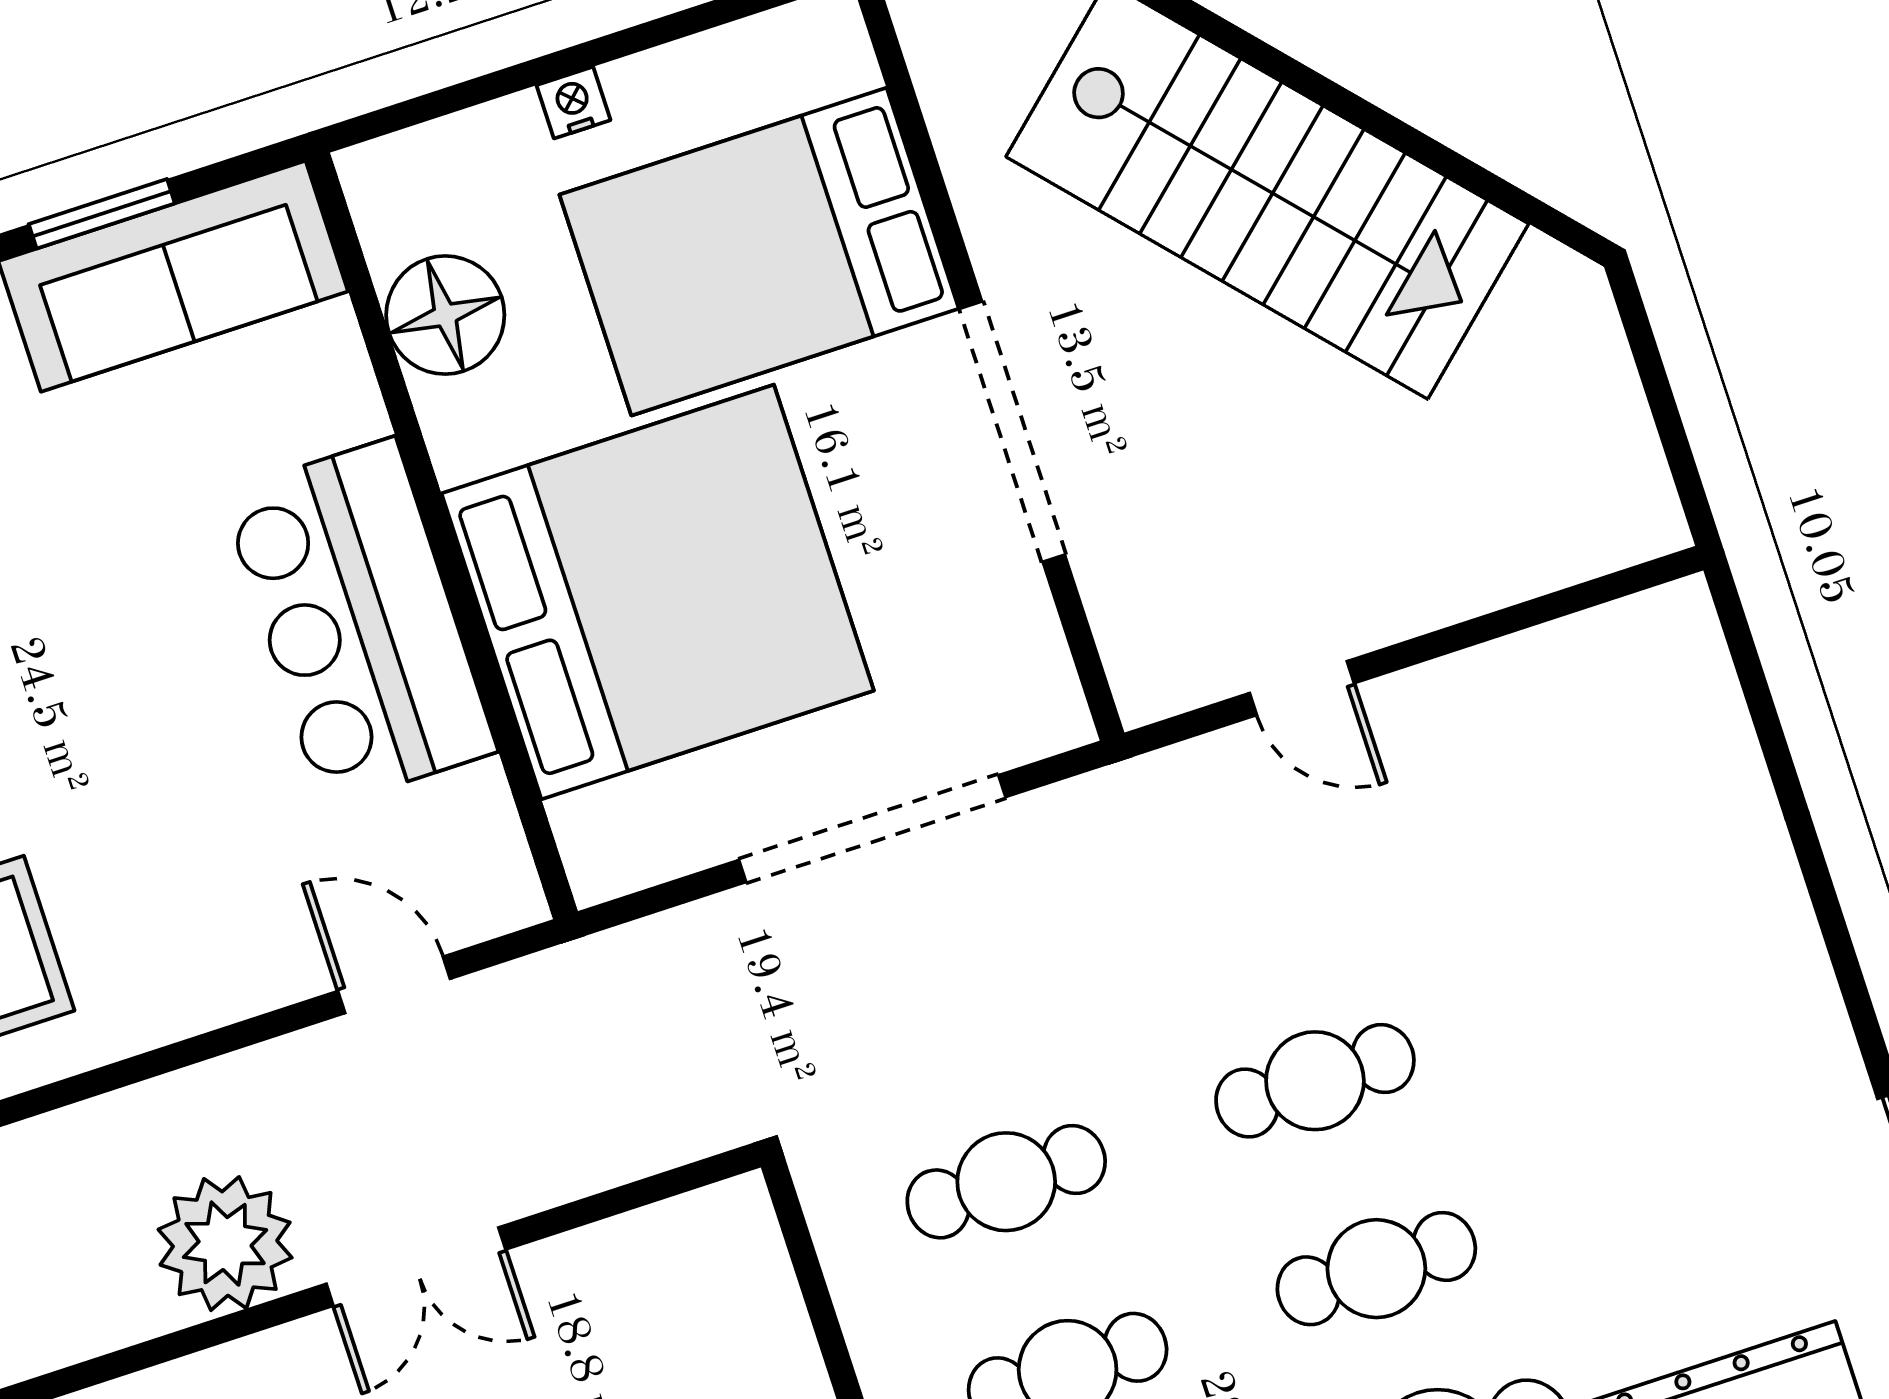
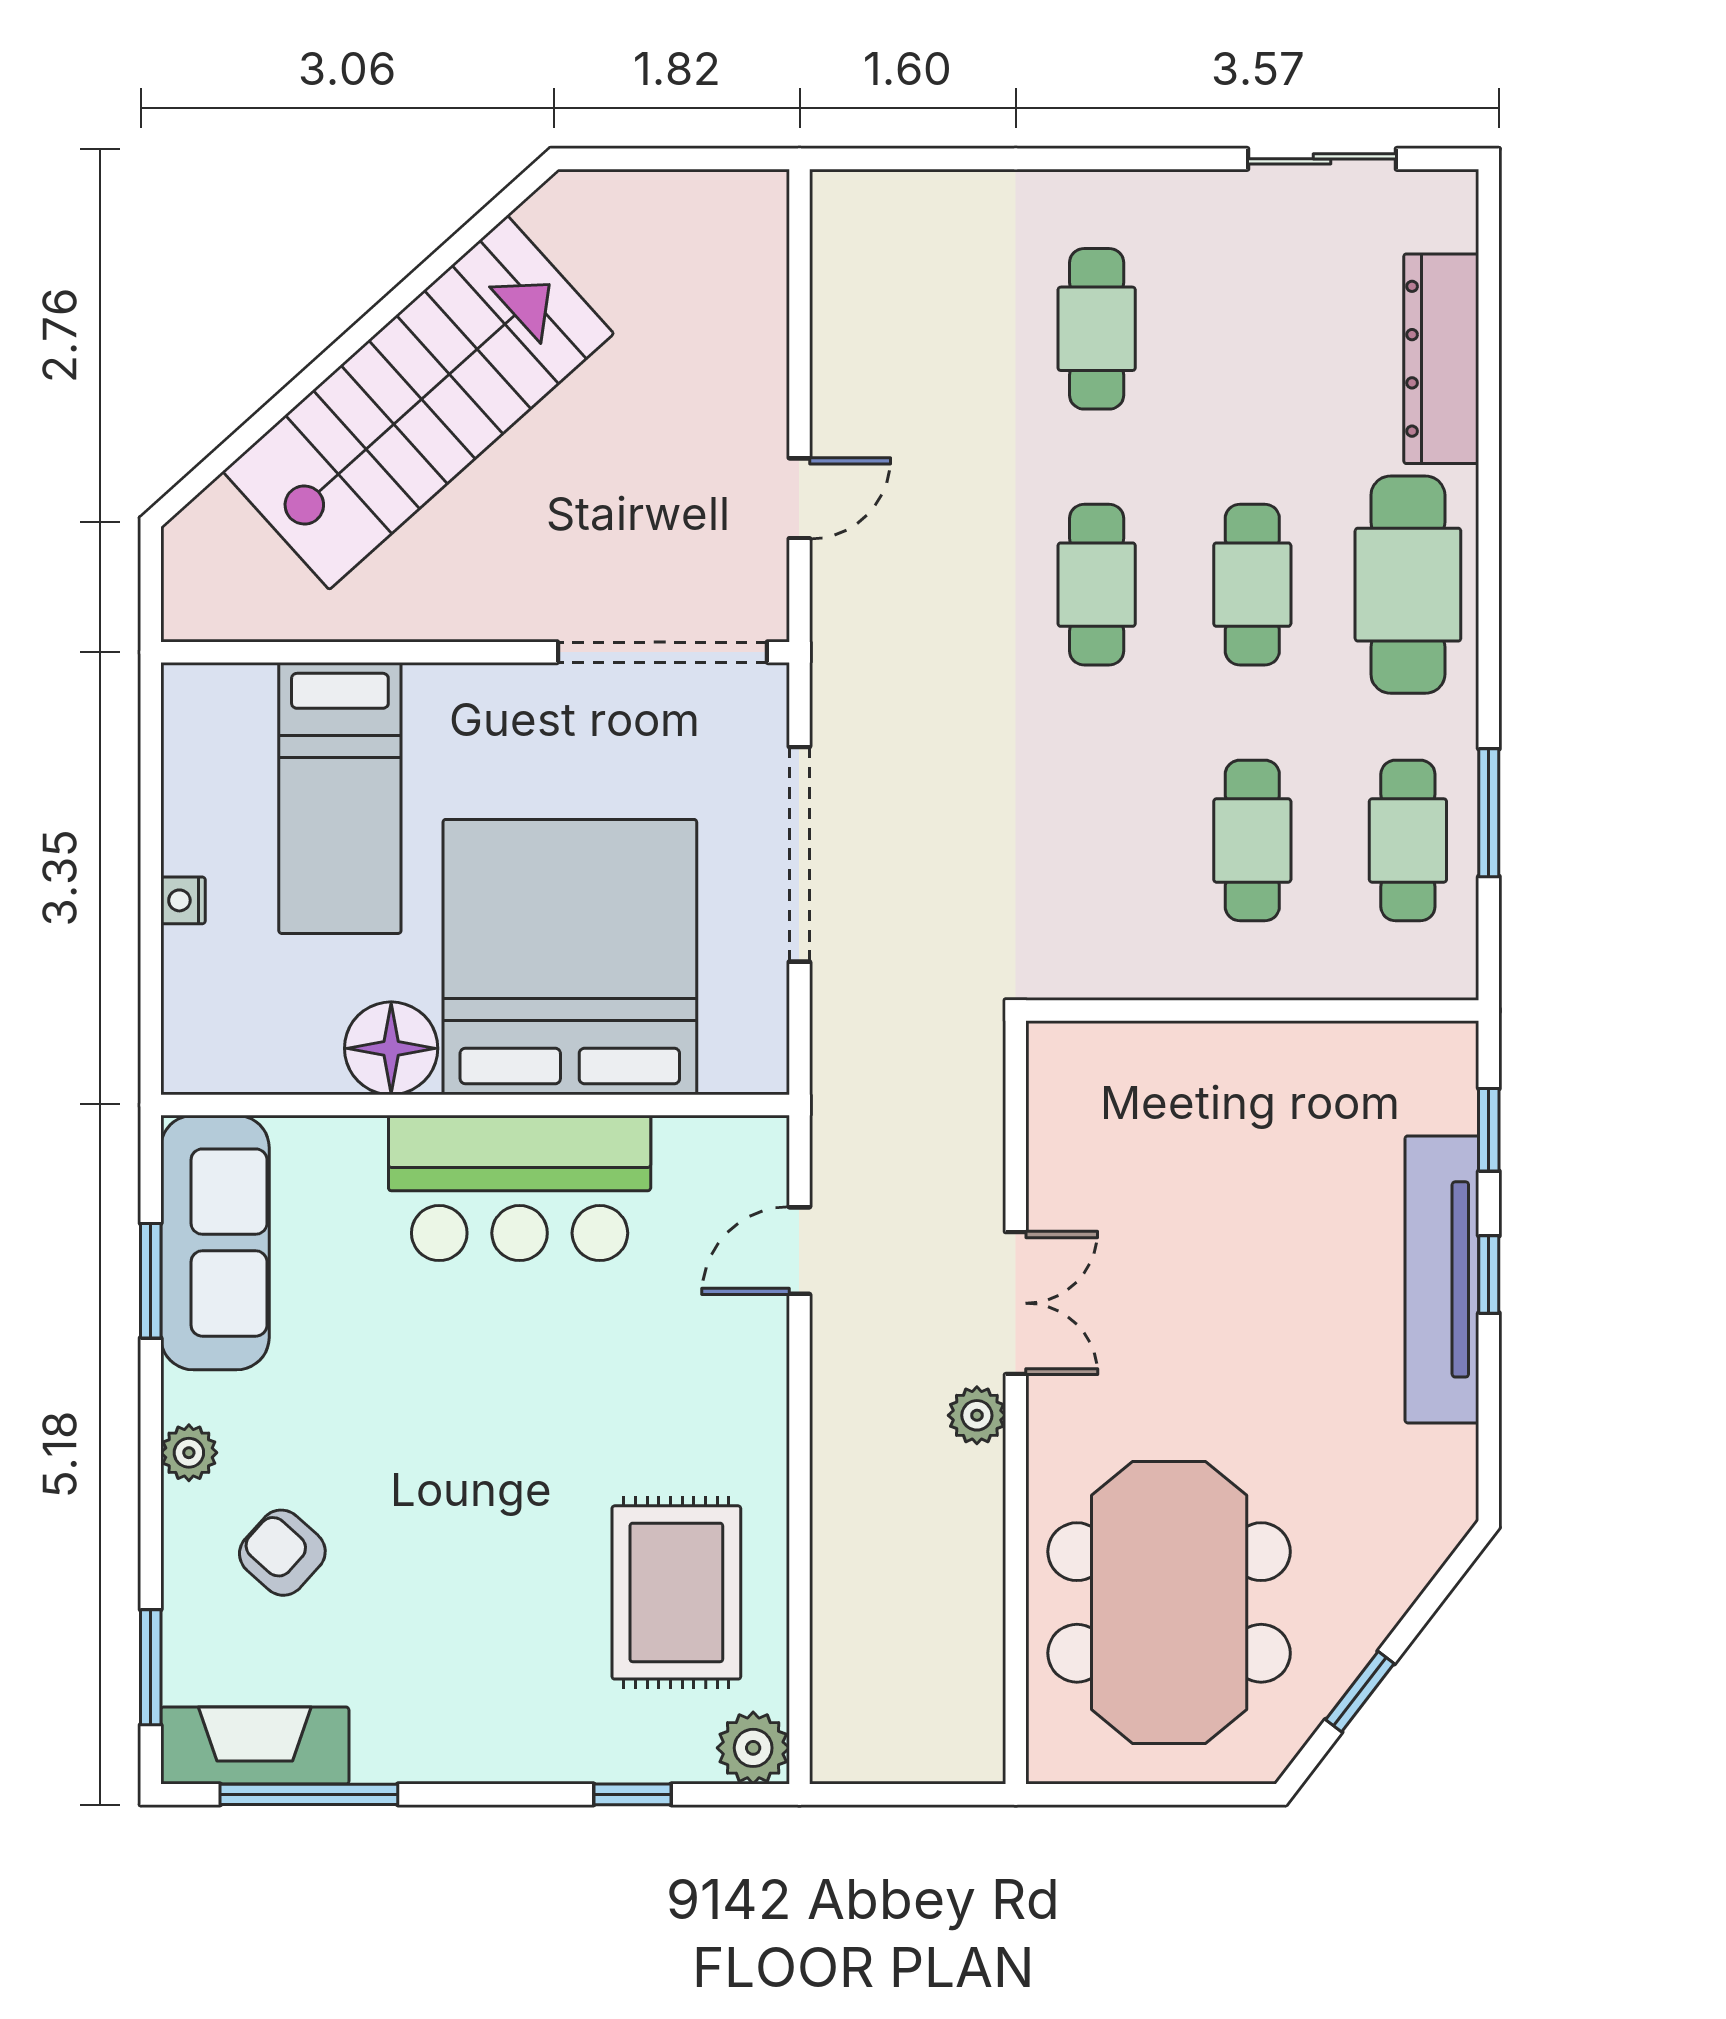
bed: (759, 252) -> (340, 798), width x0.67
floor lamp: (445, 315) -> (391, 1048), moved
doorway: (1012, 432) -> (662, 652), moved
cafe table: (1006, 1182) -> (1097, 329), moved
plant: (225, 1244) -> (977, 1415), width x0.53, depth x0.53

